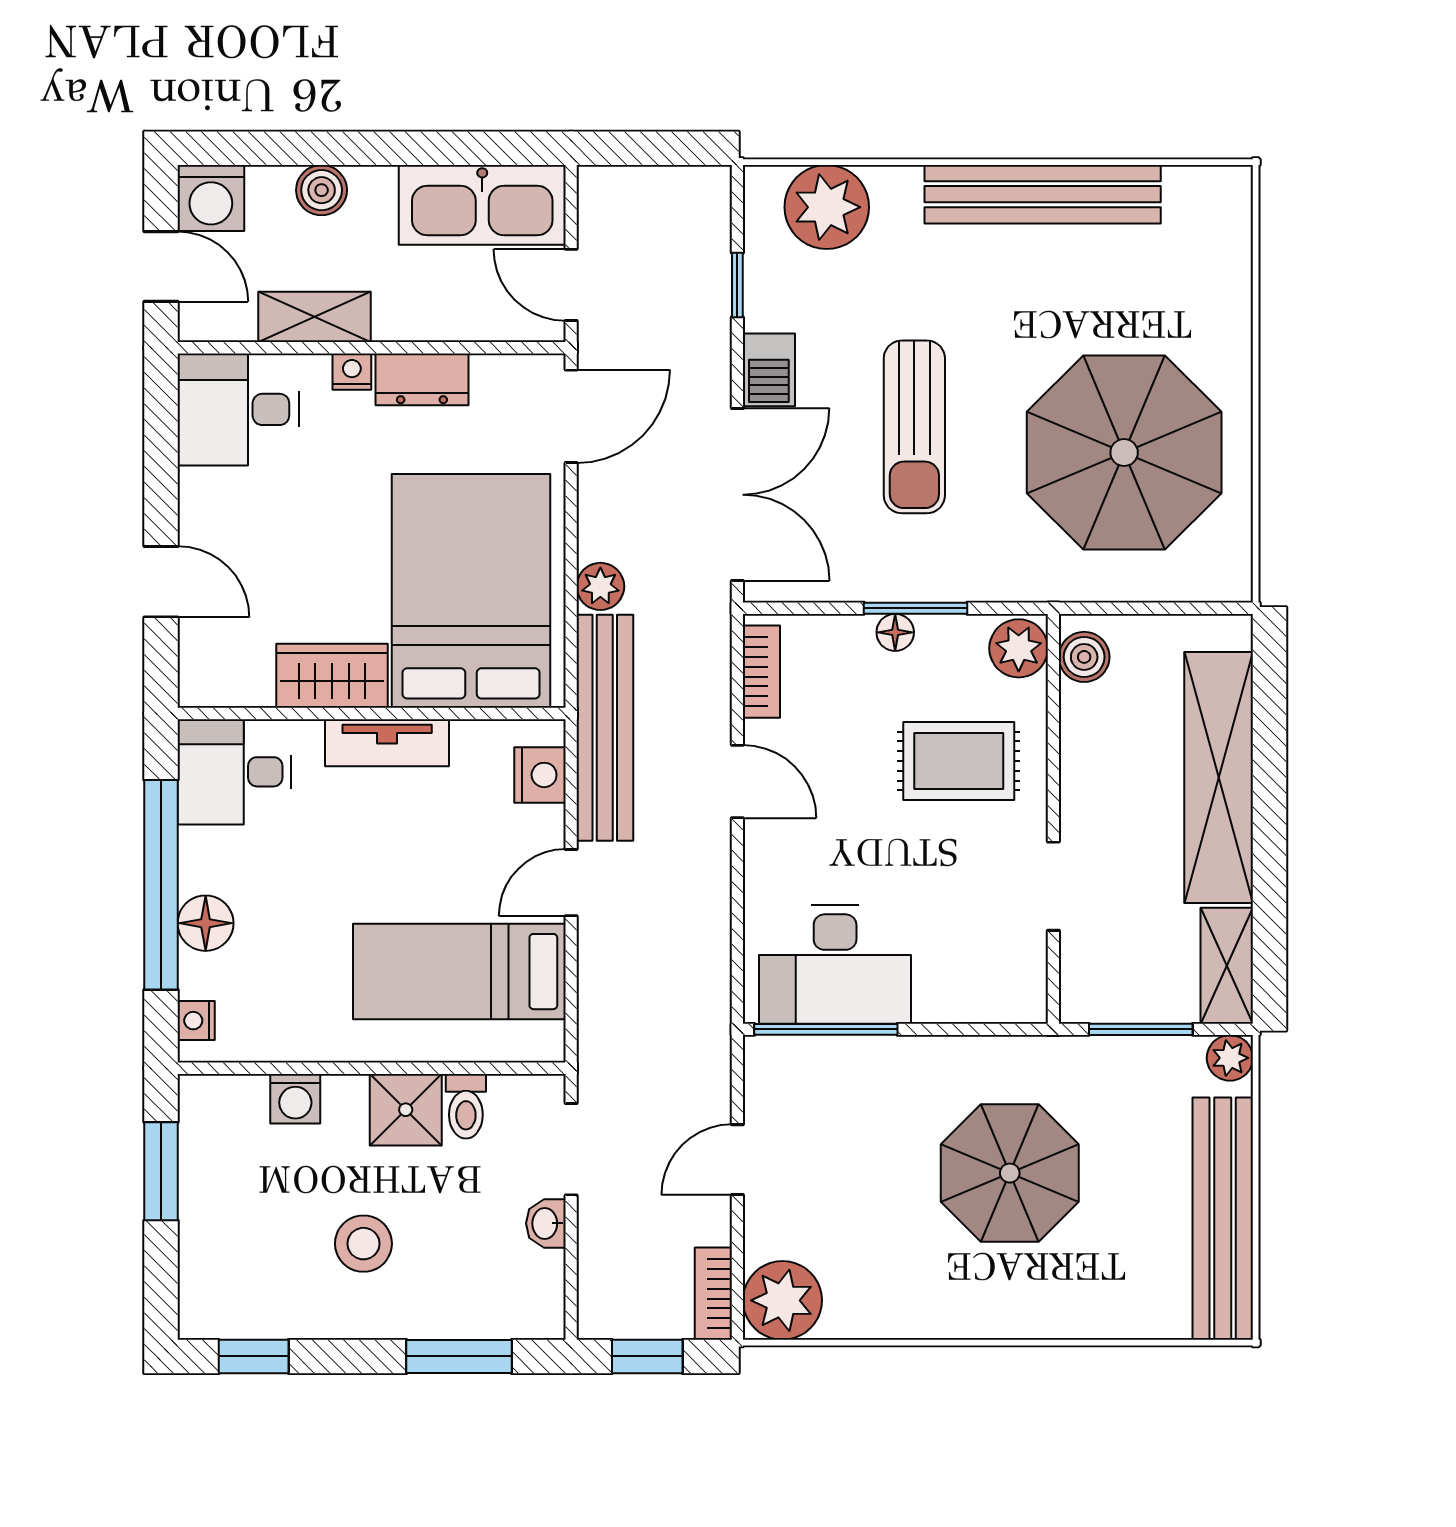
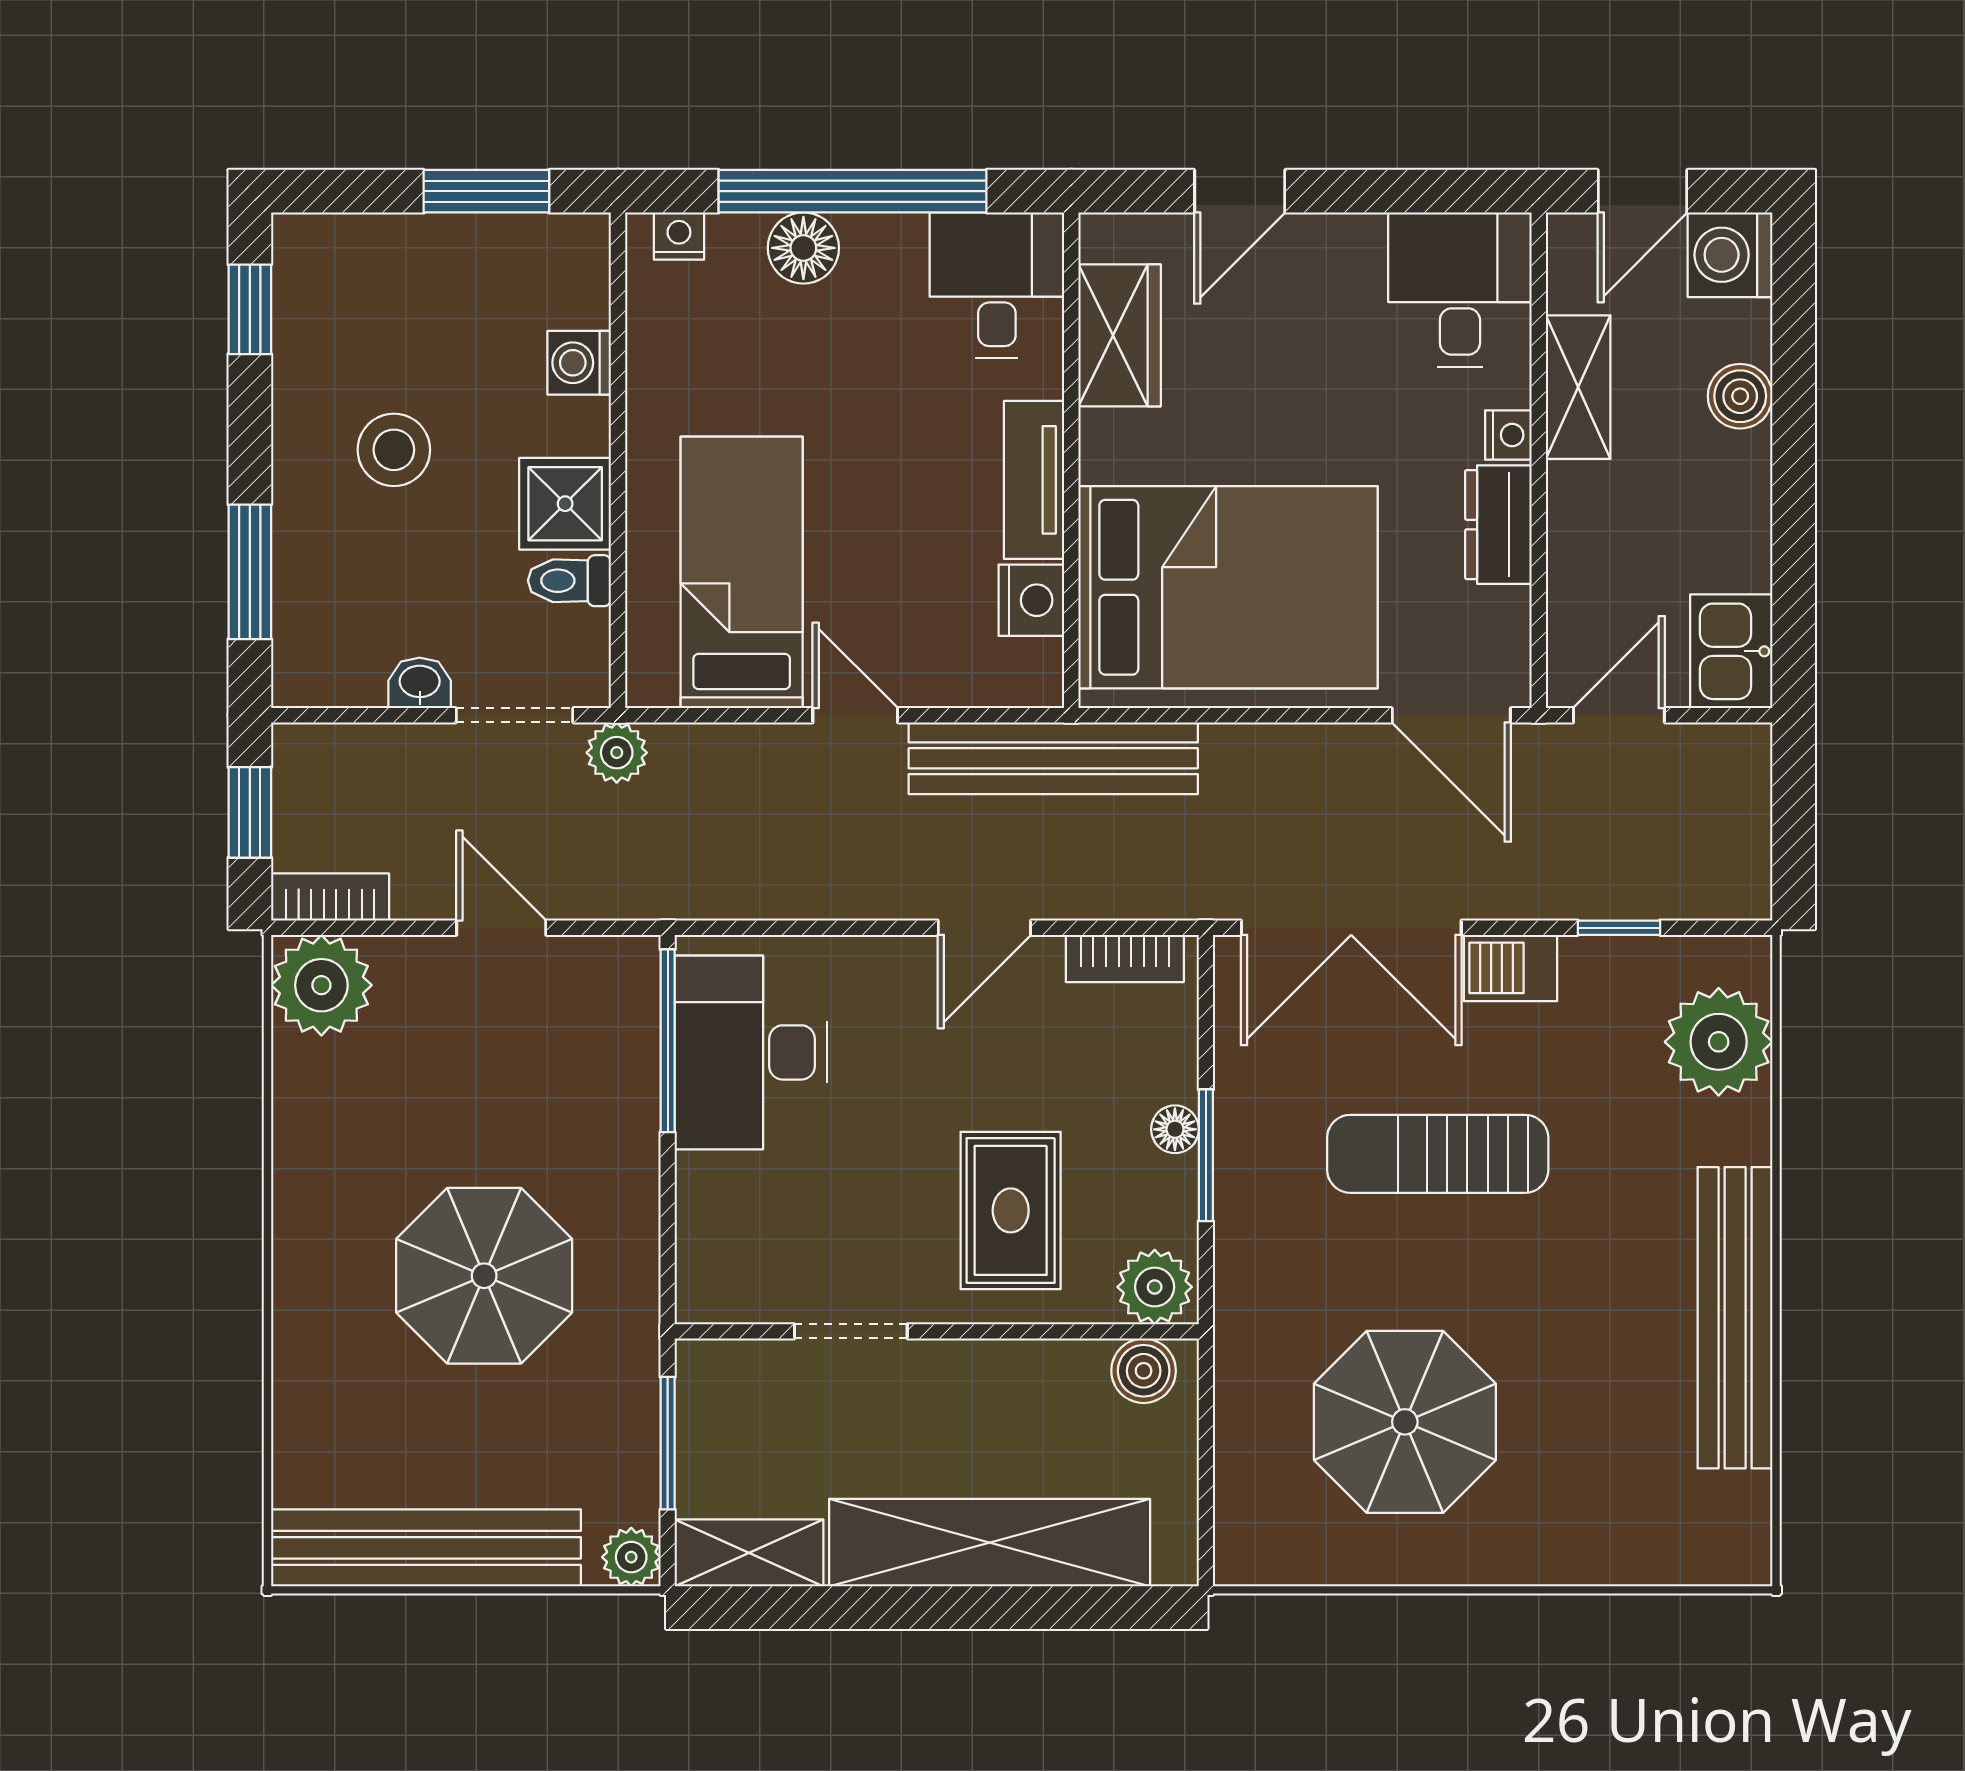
kitchen sink: (482, 205) -> (1731, 651), width x0.53, depth x0.81
parasol: (1124, 453) -> (1405, 1422), width x0.73, depth x0.73
plant: (600, 586) -> (617, 753), moved
wardrobe: (332, 676) -> (1120, 335), moved
nightstand: (540, 775) -> (1031, 600), moved, turned -90

